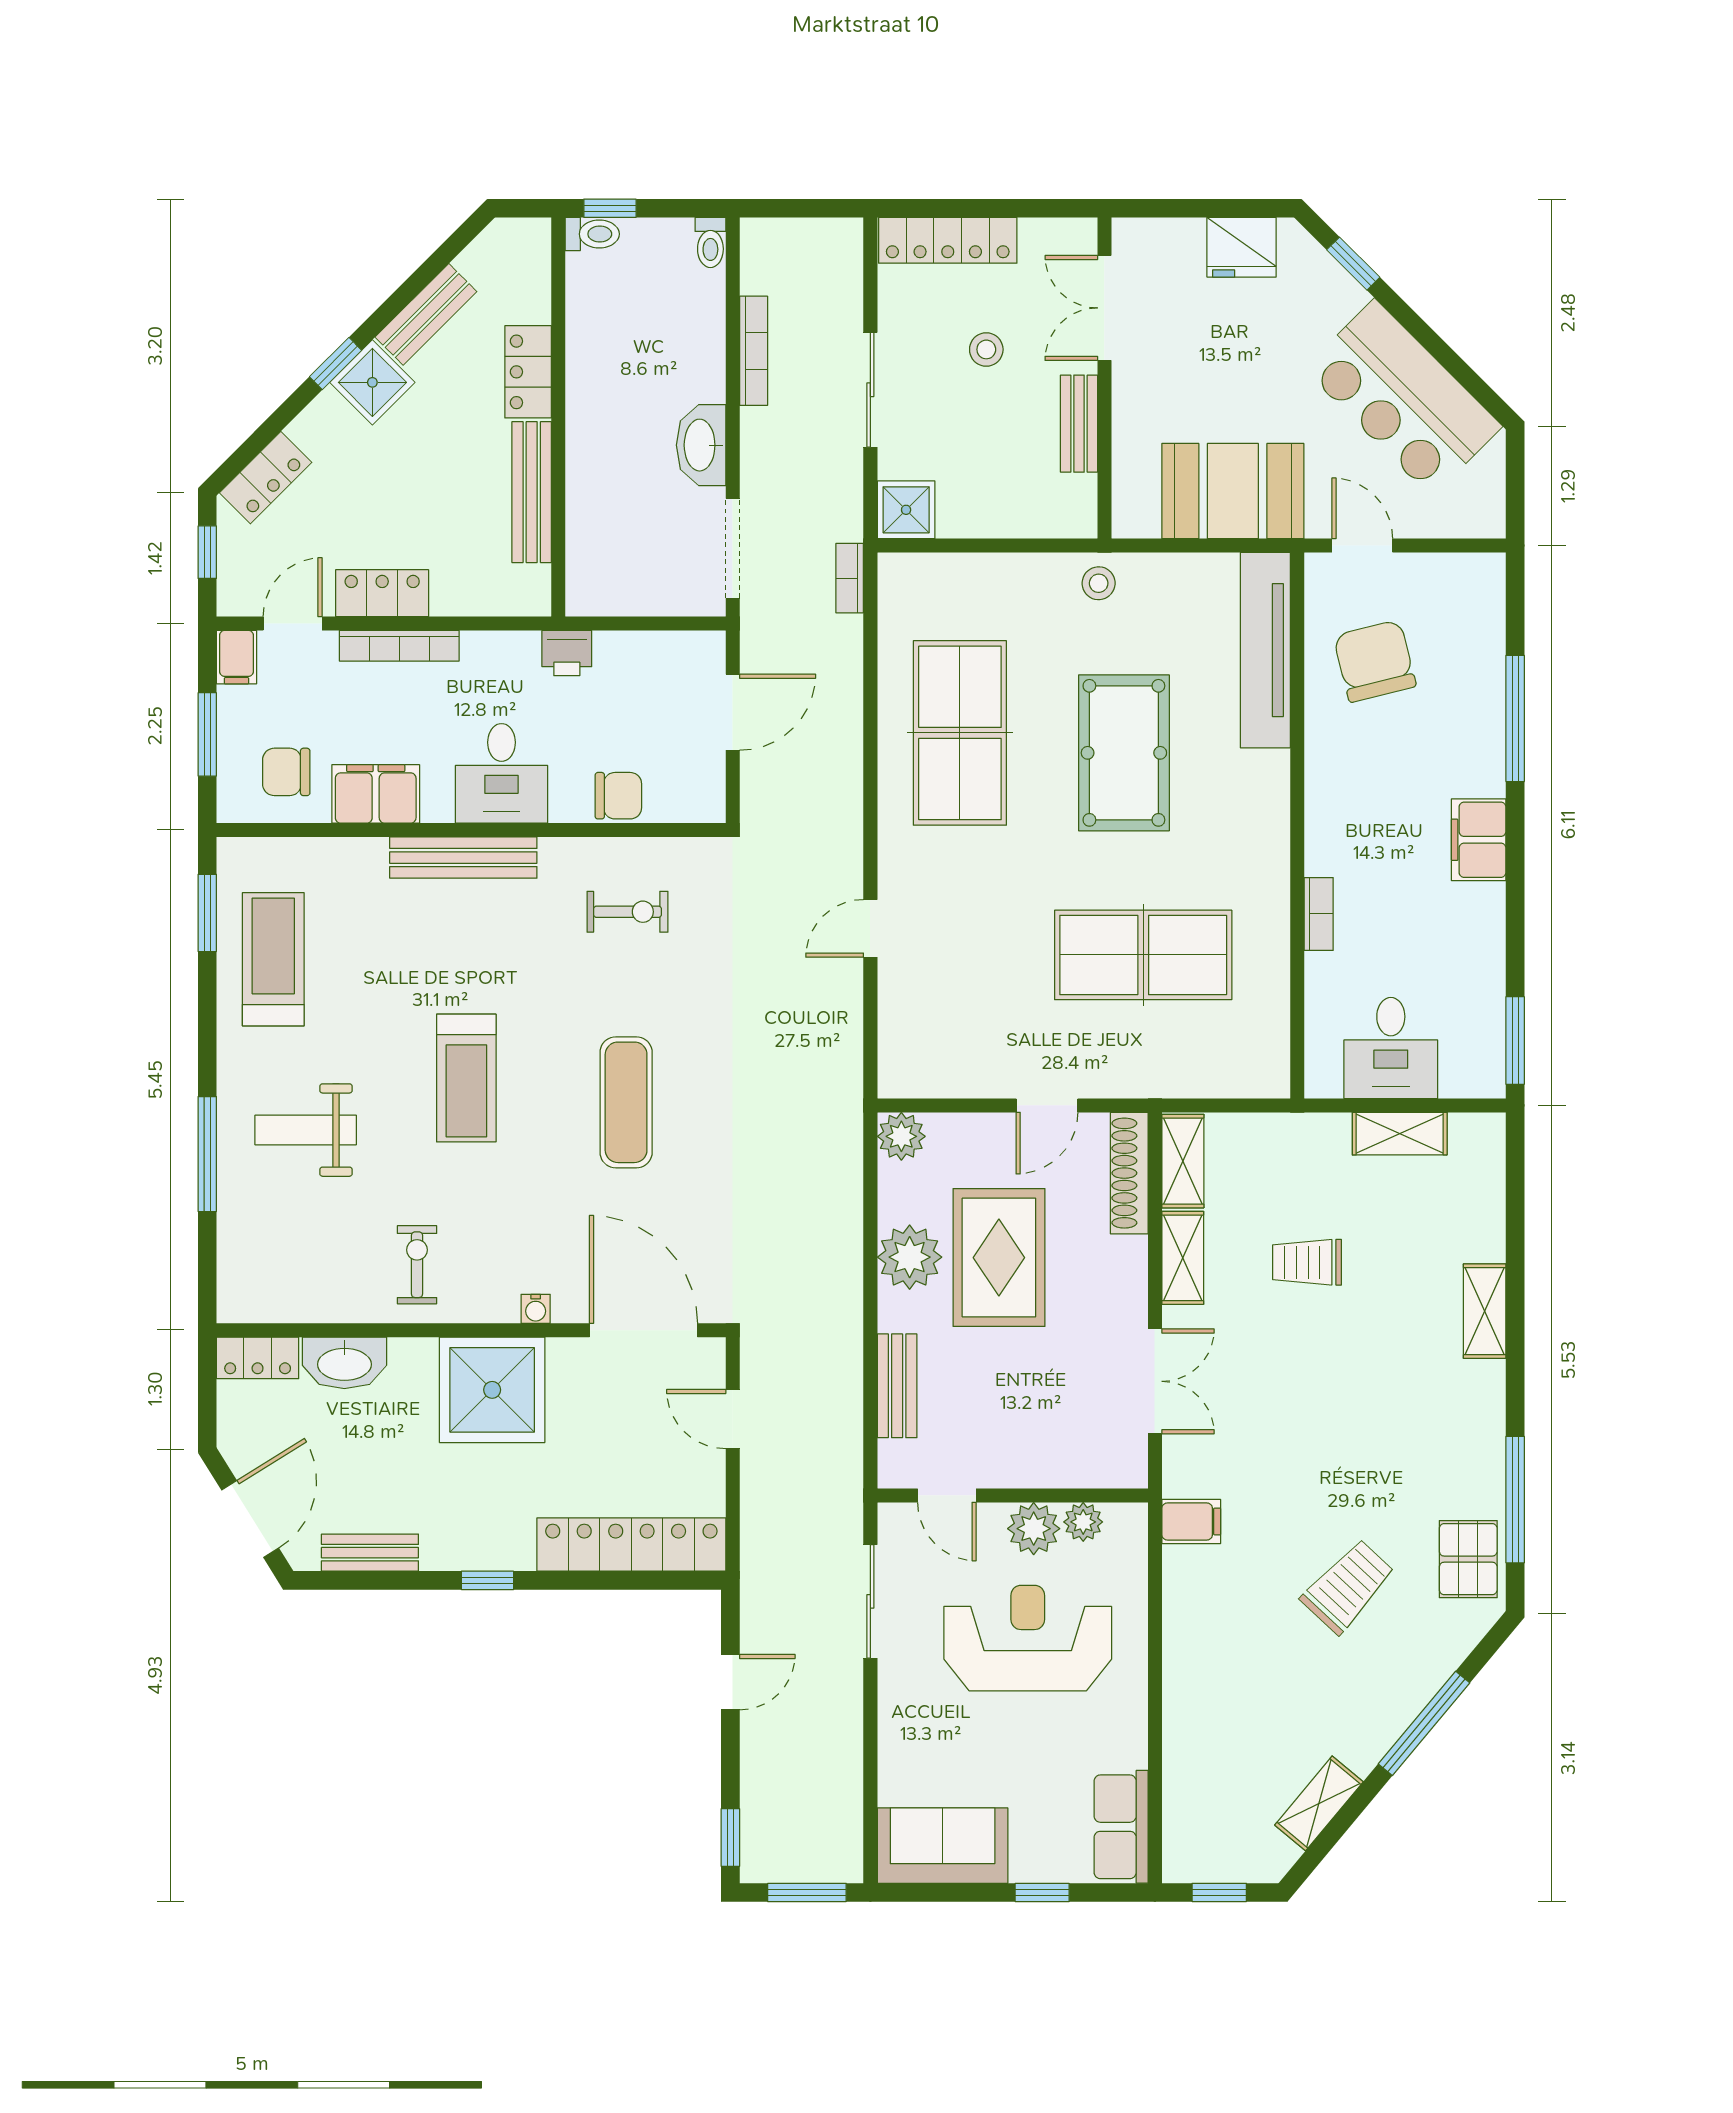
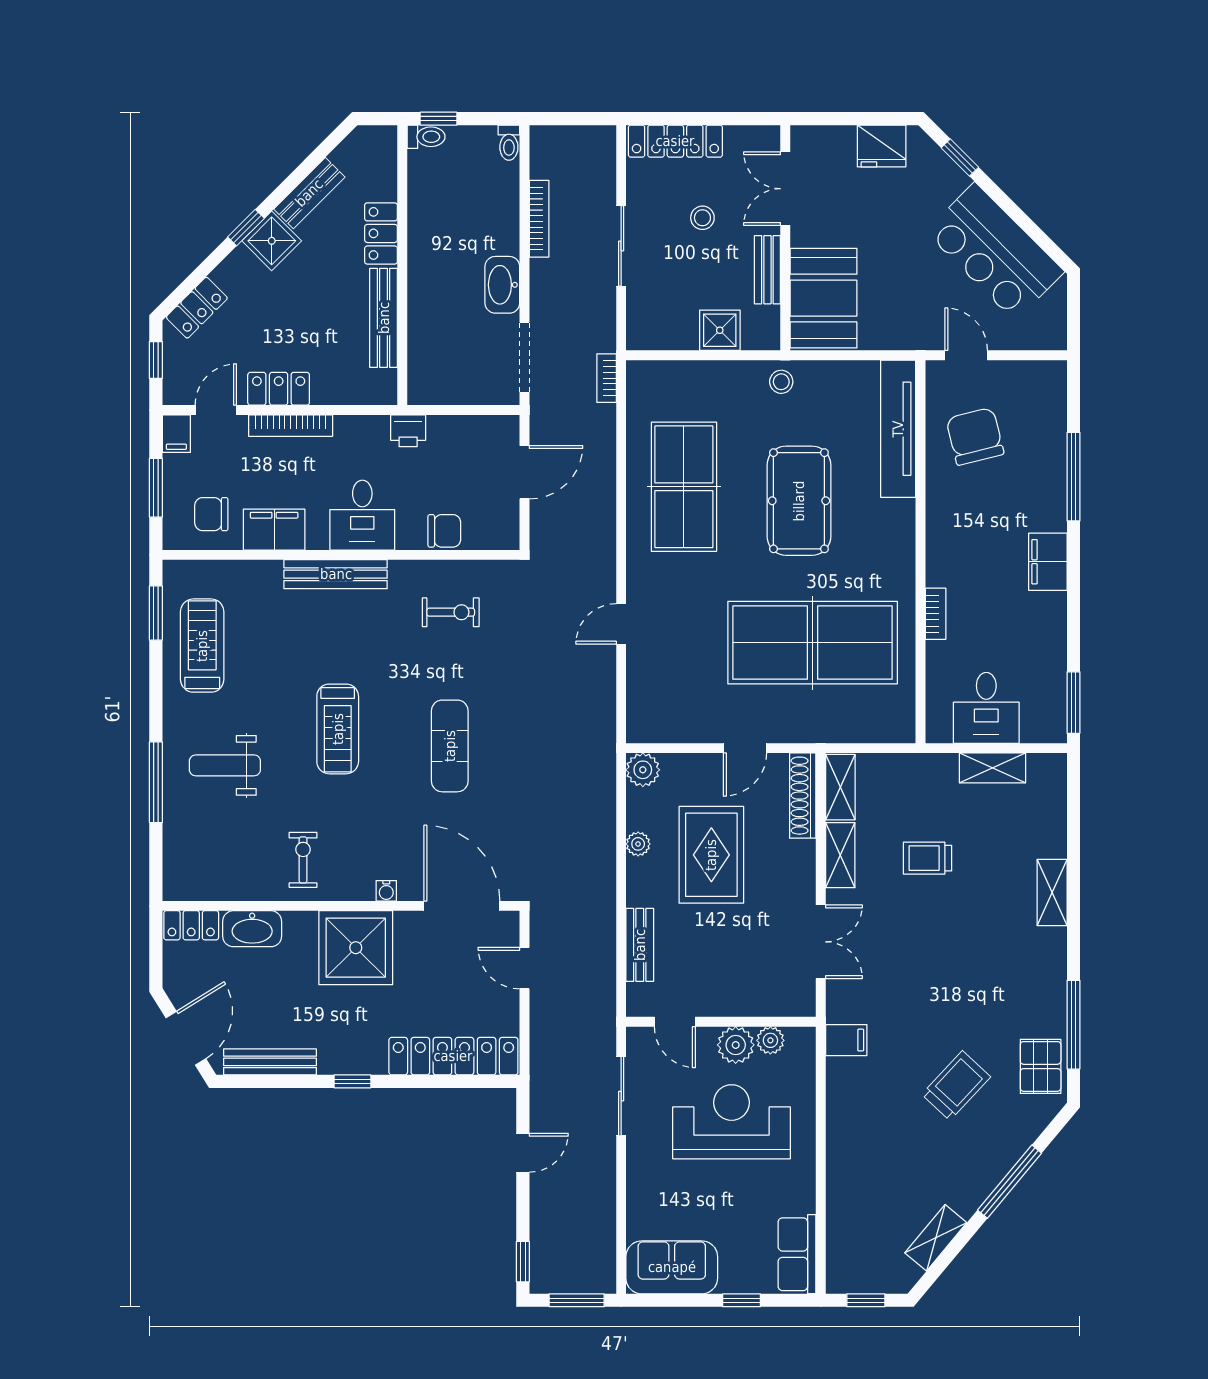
booth: (1233, 491) -> (824, 298), moved, turned 90
shower: (906, 510) -> (720, 330), moved
table tennis table: (1143, 955) -> (813, 643), width x1.36, depth x1.32
plant: (910, 1257) -> (638, 844), width x0.53, depth x0.53
bench: (370, 1553) -> (270, 1062), width x1.36

